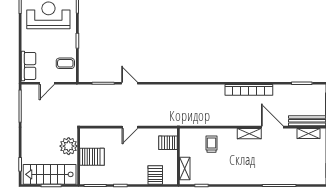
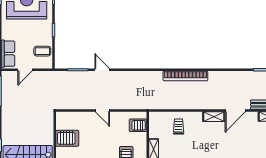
bookcase: (249, 90) -> (185, 76), moved
door: (130, 127) -> (102, 111), hinge flipped
door: (272, 127) -> (235, 111), swing flipped
plant: (69, 146) -> (45, 128), removed

